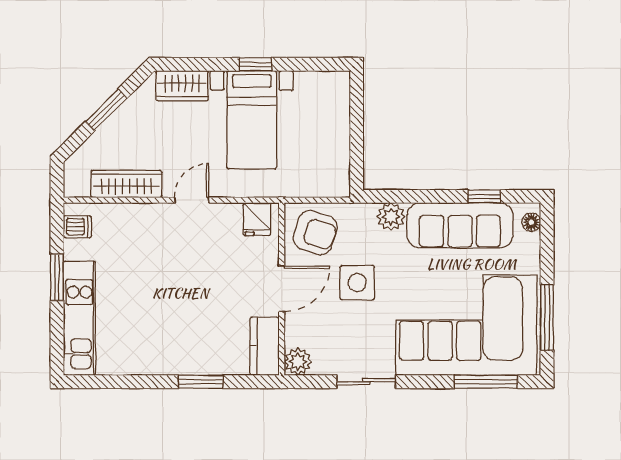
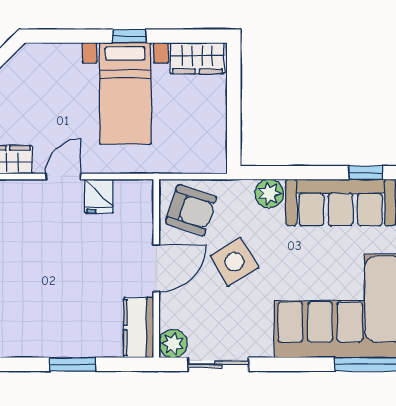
wardrobe: (182, 86) -> (197, 58), moved
fridge: (257, 219) -> (99, 196), moved
side table: (357, 283) -> (234, 262), turned -31
sliding door: (366, 382) -> (218, 364), moved

